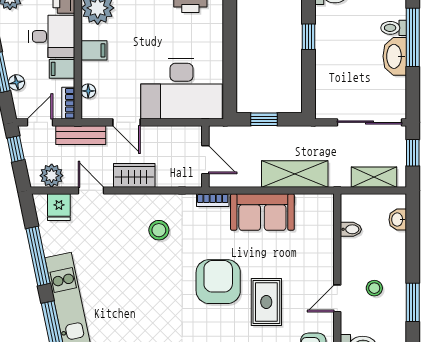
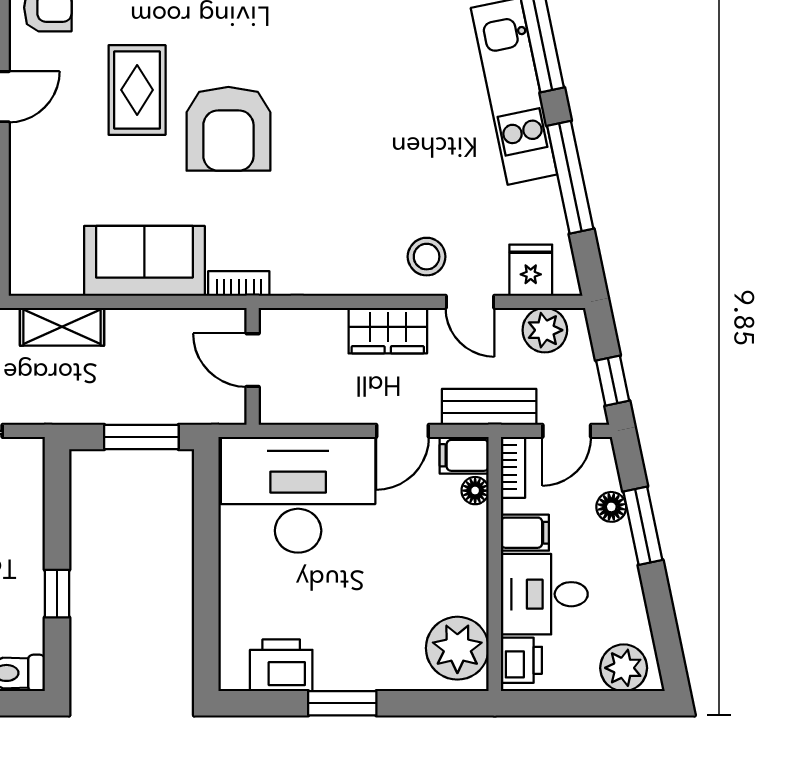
filing cabinet: (94, 50) -> (464, 455), moved
window: (264, 119) -> (141, 437), width x1.50
door: (126, 122) -> (403, 431), swing flipped
shelving: (295, 174) -> (62, 327), width x0.67, depth x0.75
stool: (159, 230) -> (427, 257), moved

